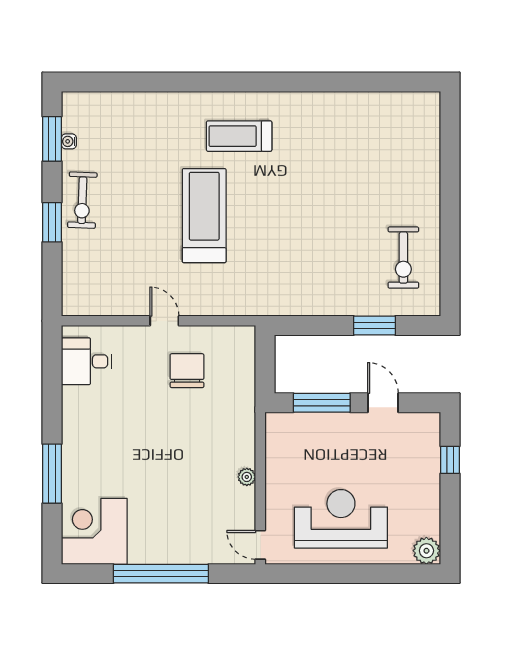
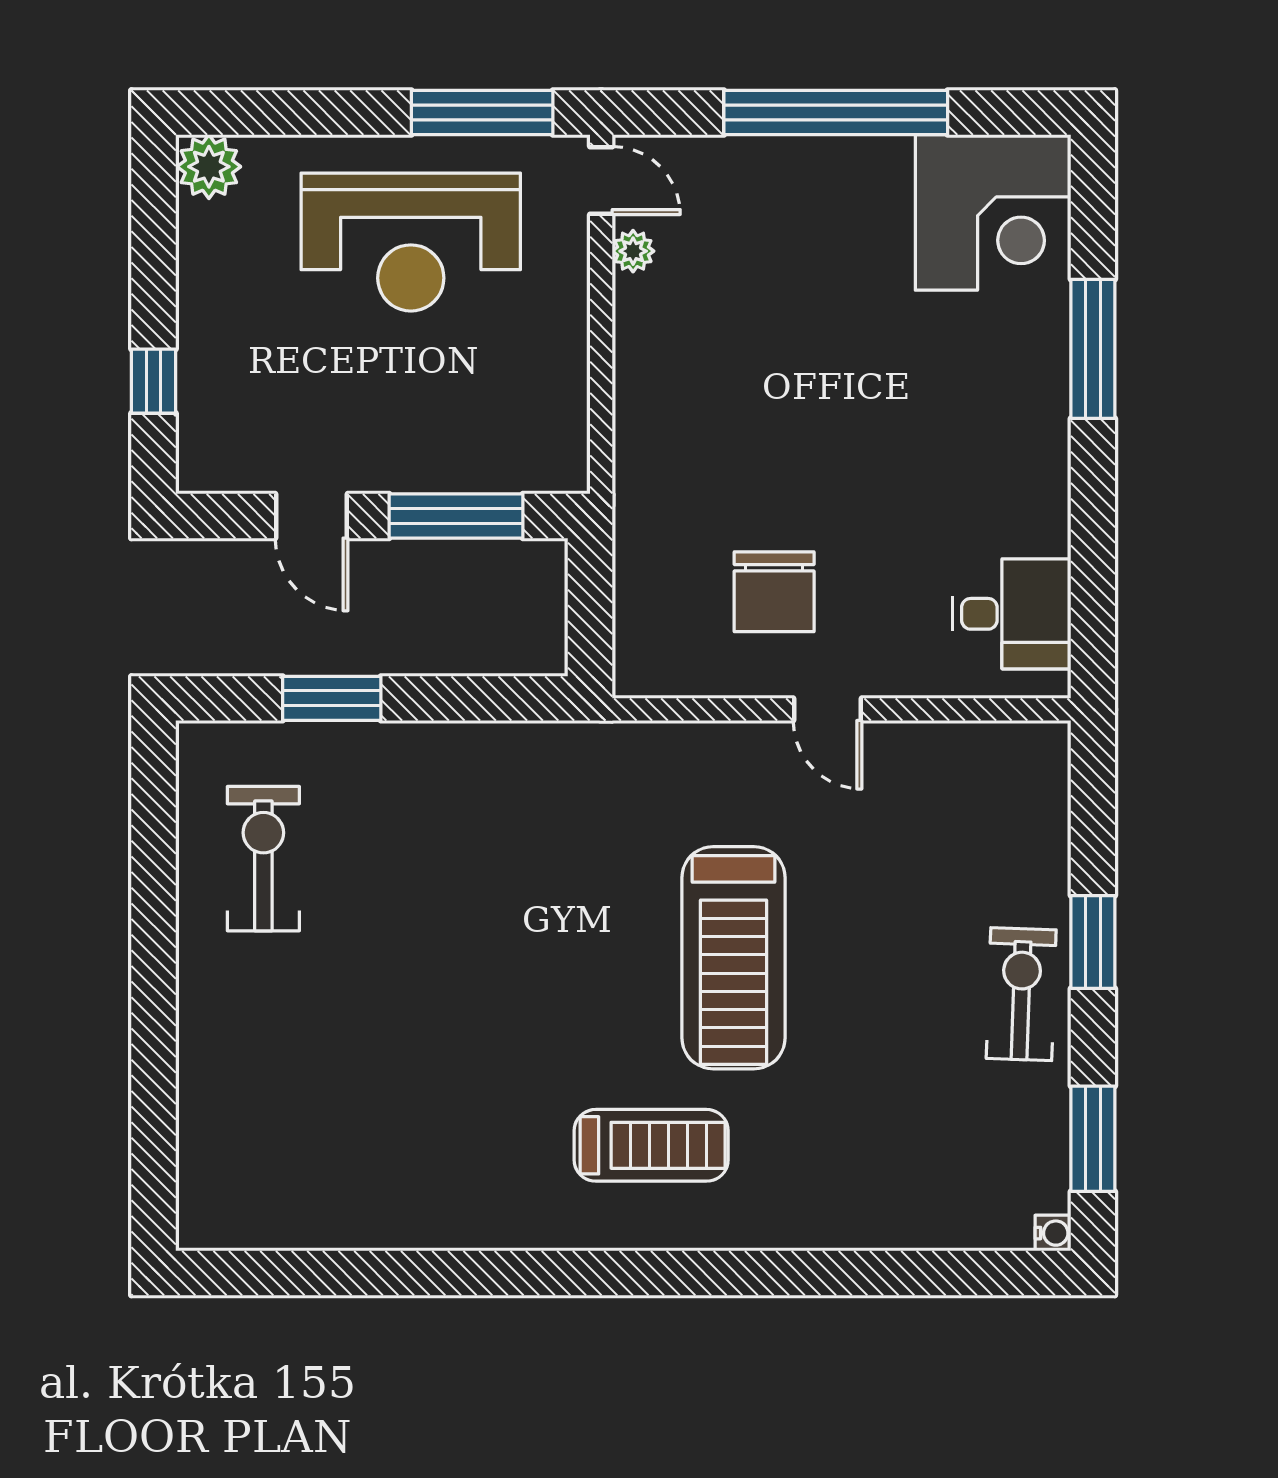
water cooler: (69, 141) -> (1053, 1233), moved
plant: (247, 477) -> (633, 251), moved
window: (311, 574) -> (482, 113), added

